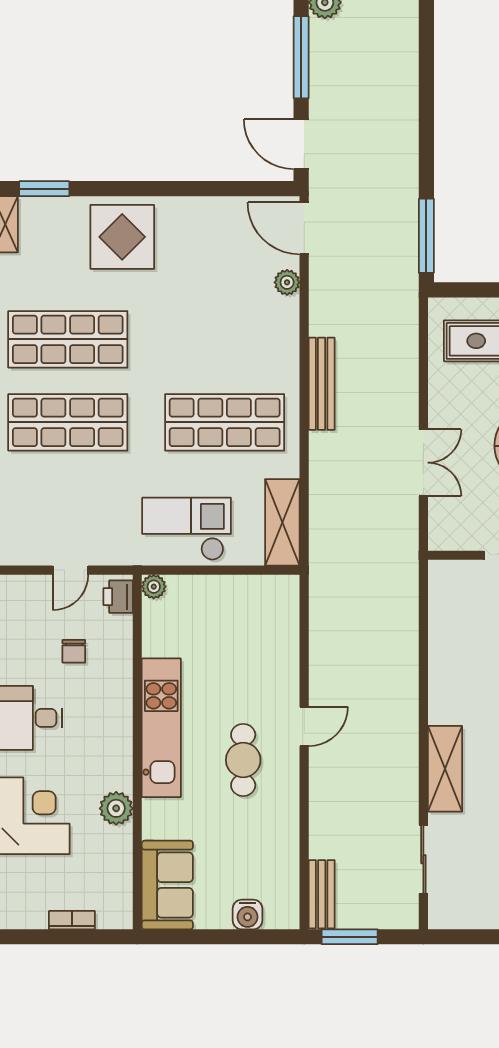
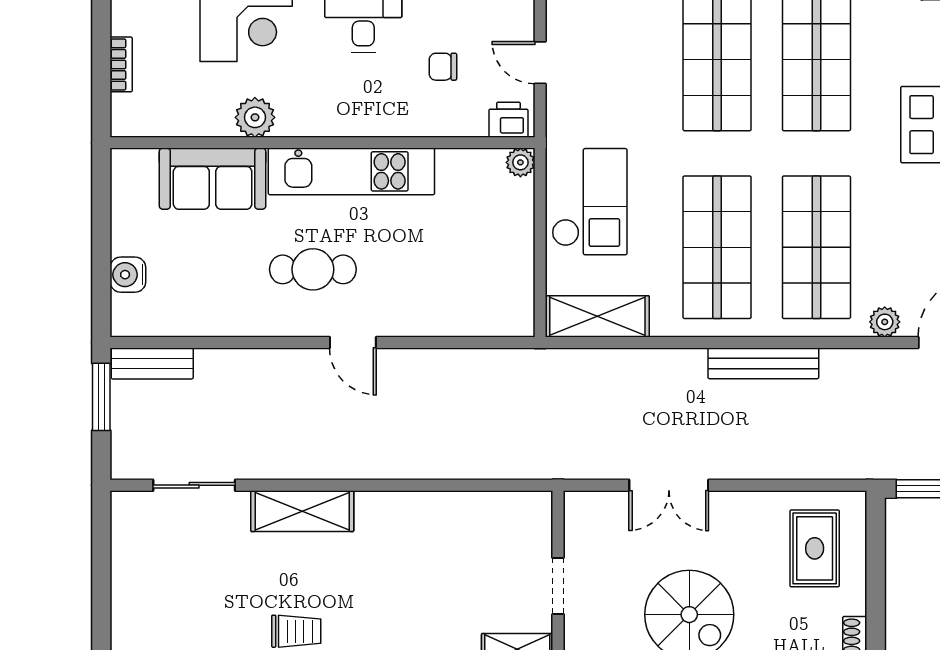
shop shelf: (225, 339) -> (816, 247), added
sofa: (167, 885) -> (213, 179), moved

